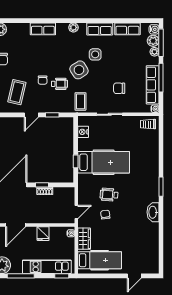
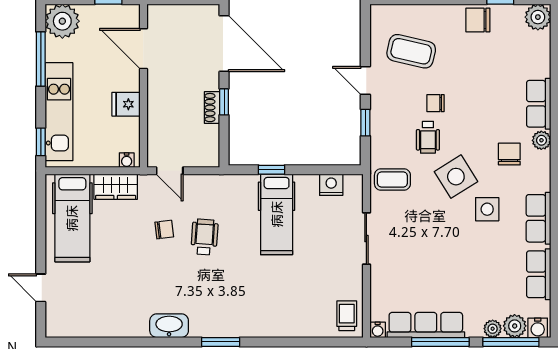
plant: (73, 27) -> (541, 140), moved
chair: (119, 88) -> (509, 154), moved
hospital bed: (104, 162) -> (277, 214), width x0.73, depth x0.78

